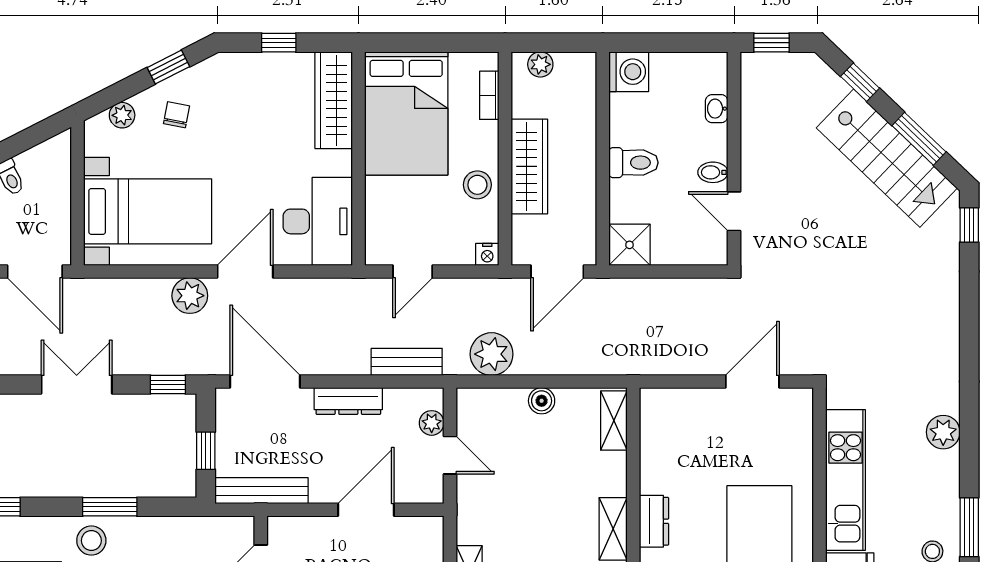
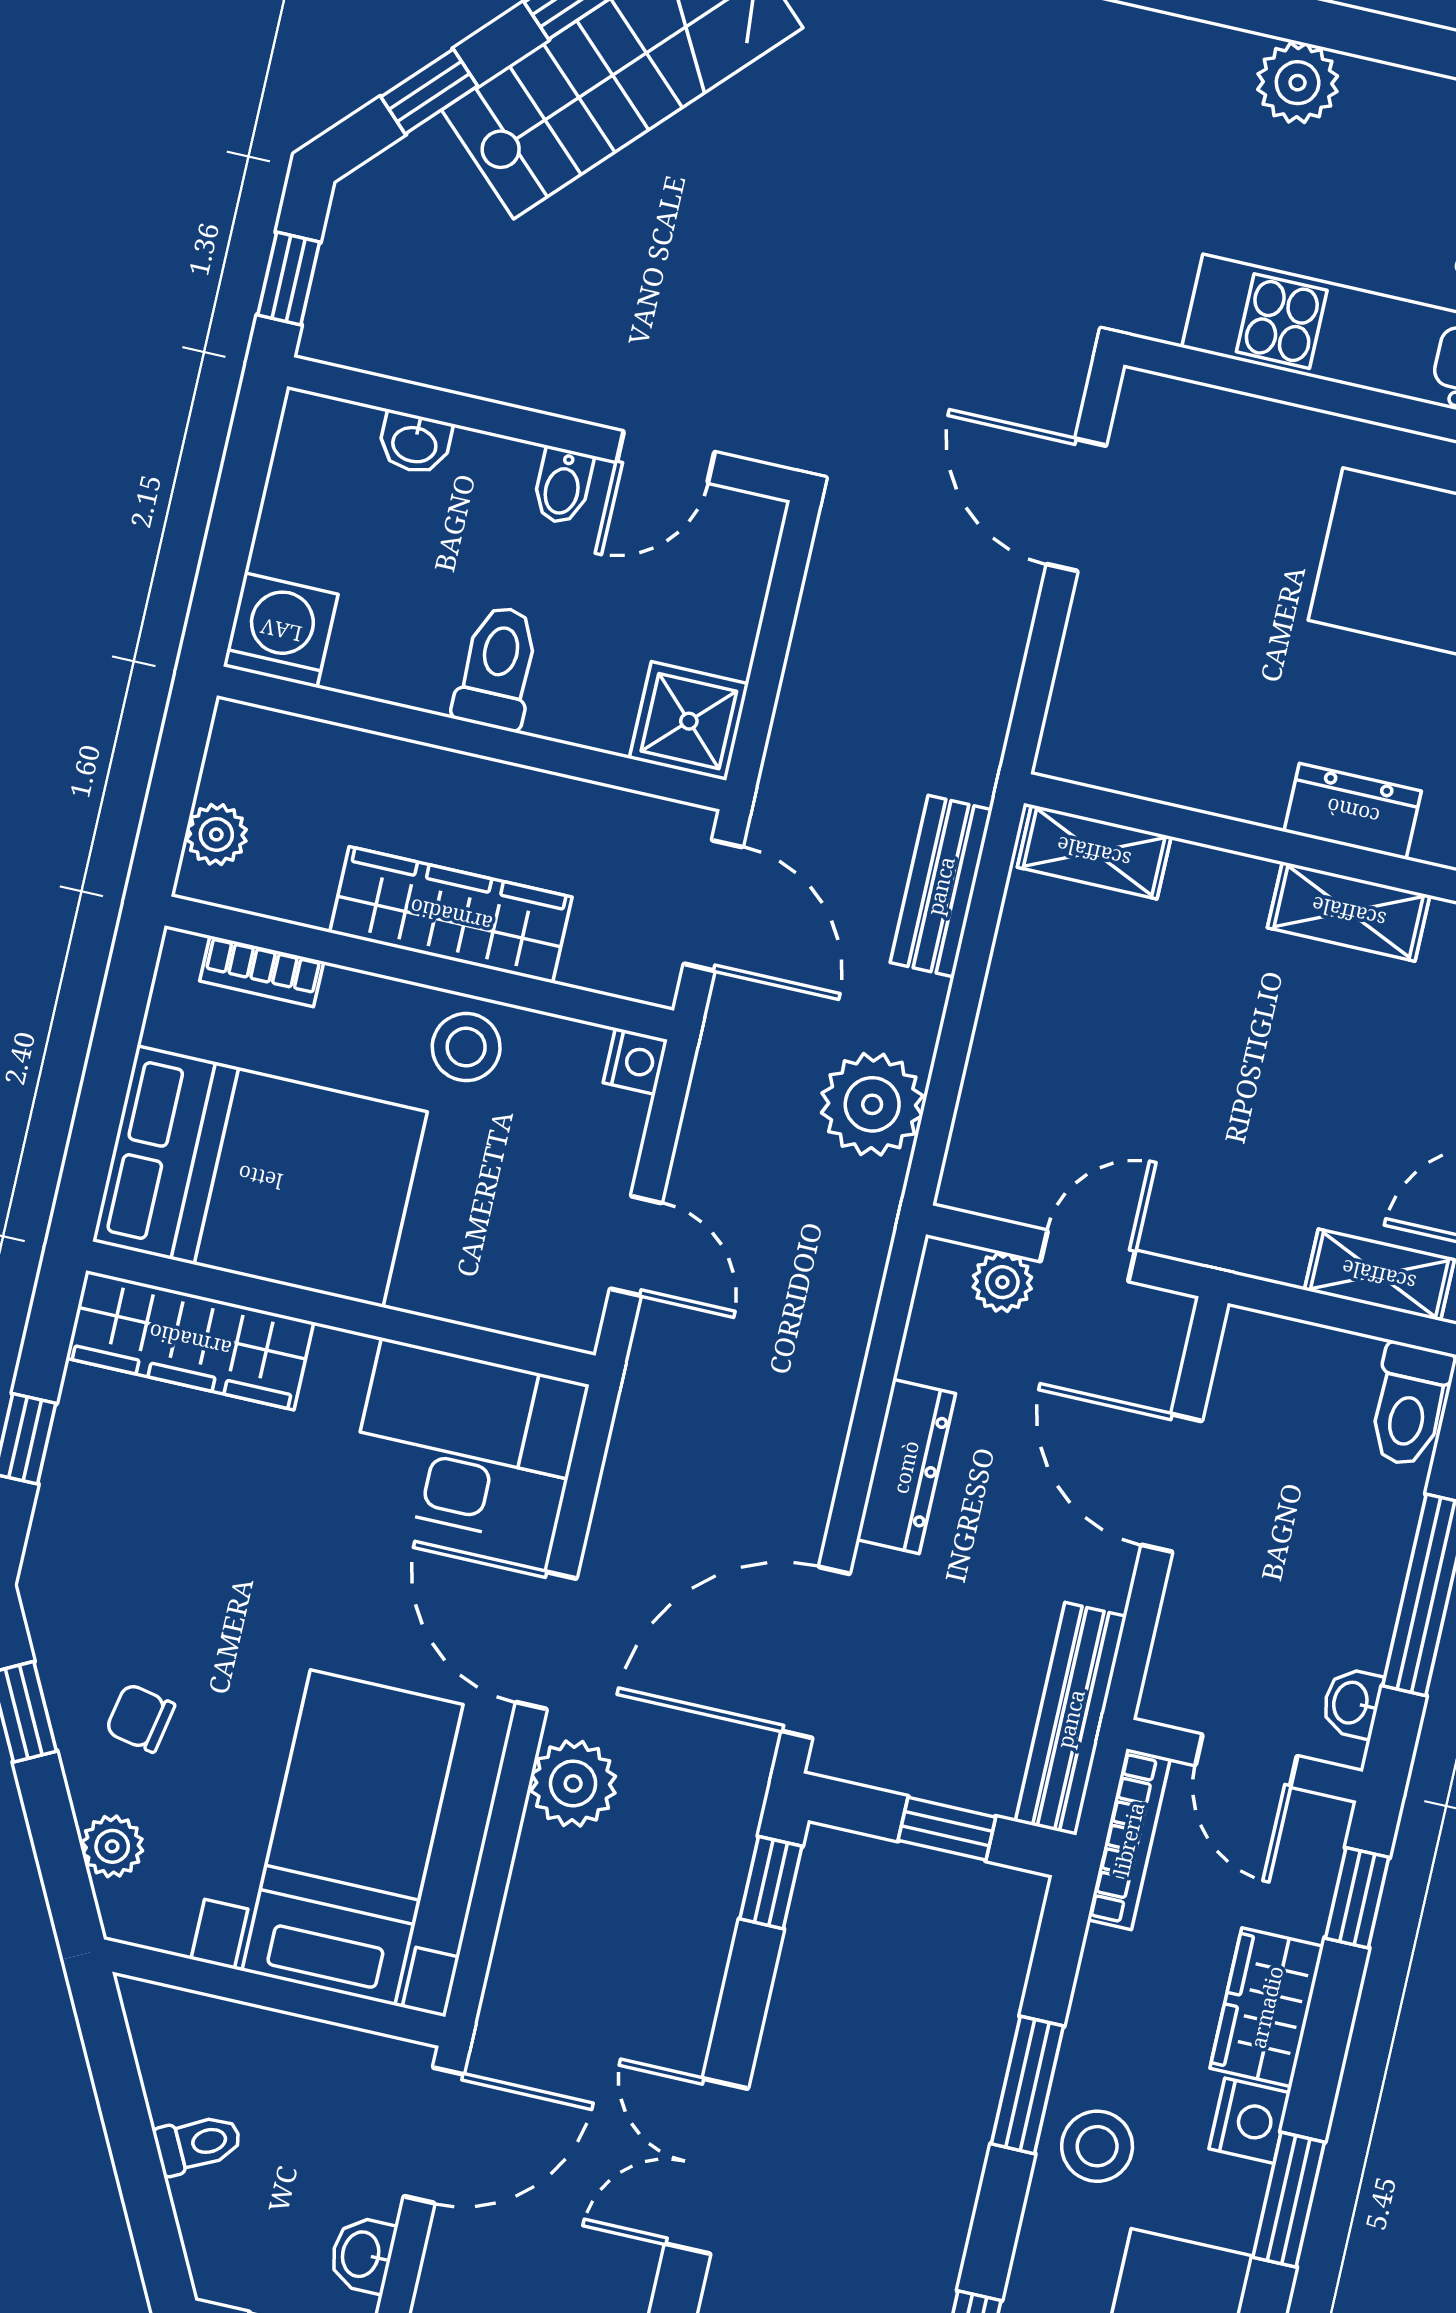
bench: (407, 362) -> (941, 886), moved
double door: (77, 385) -> (707, 2166), moved
boiler: (542, 401) -> (1009, 1012), removed
bookcase: (218, 525) -> (1129, 1839), added

